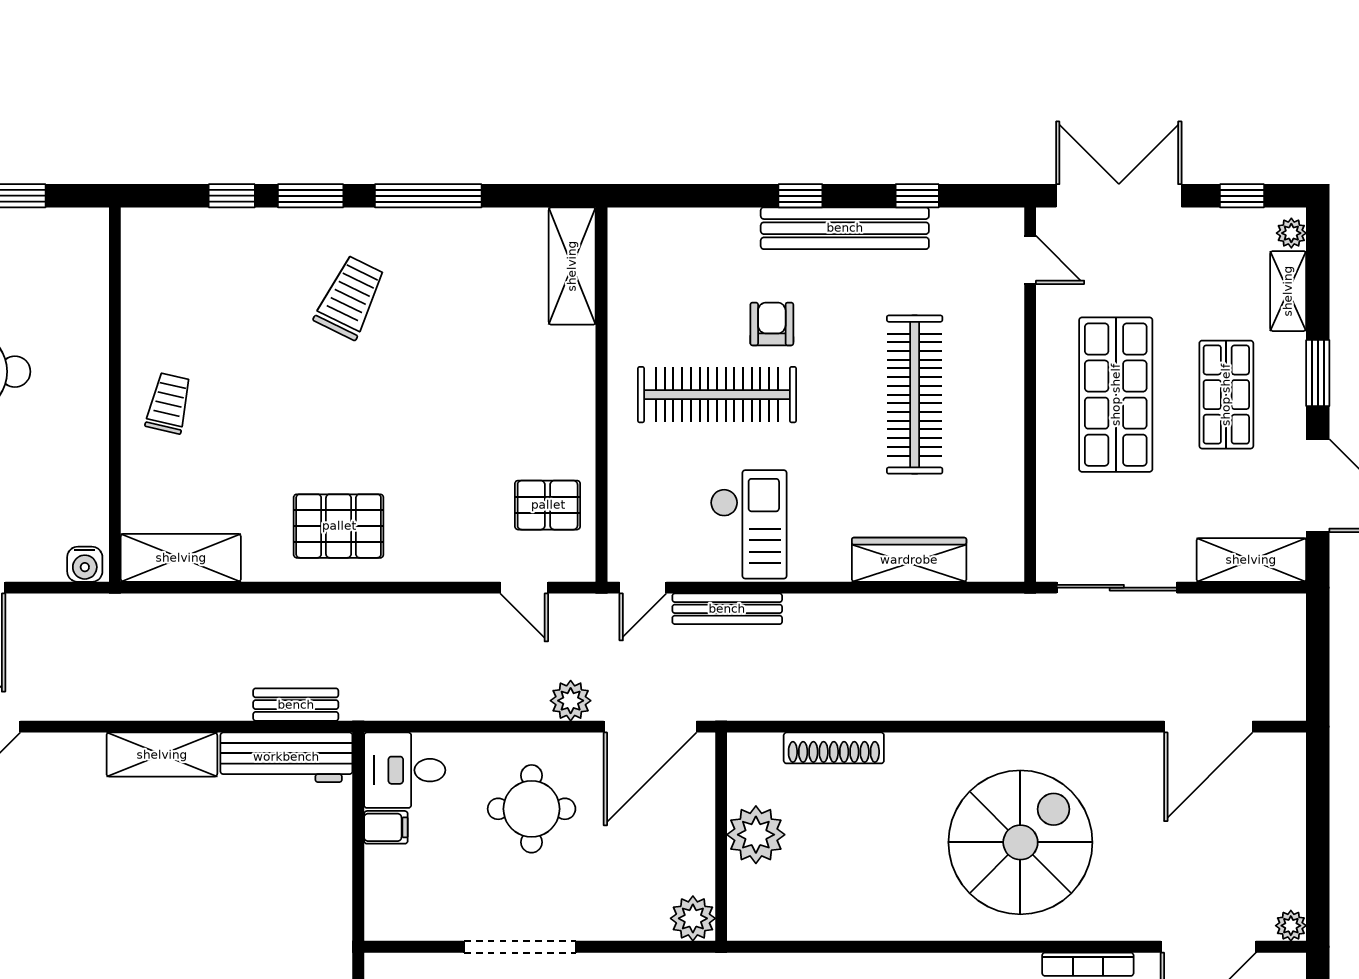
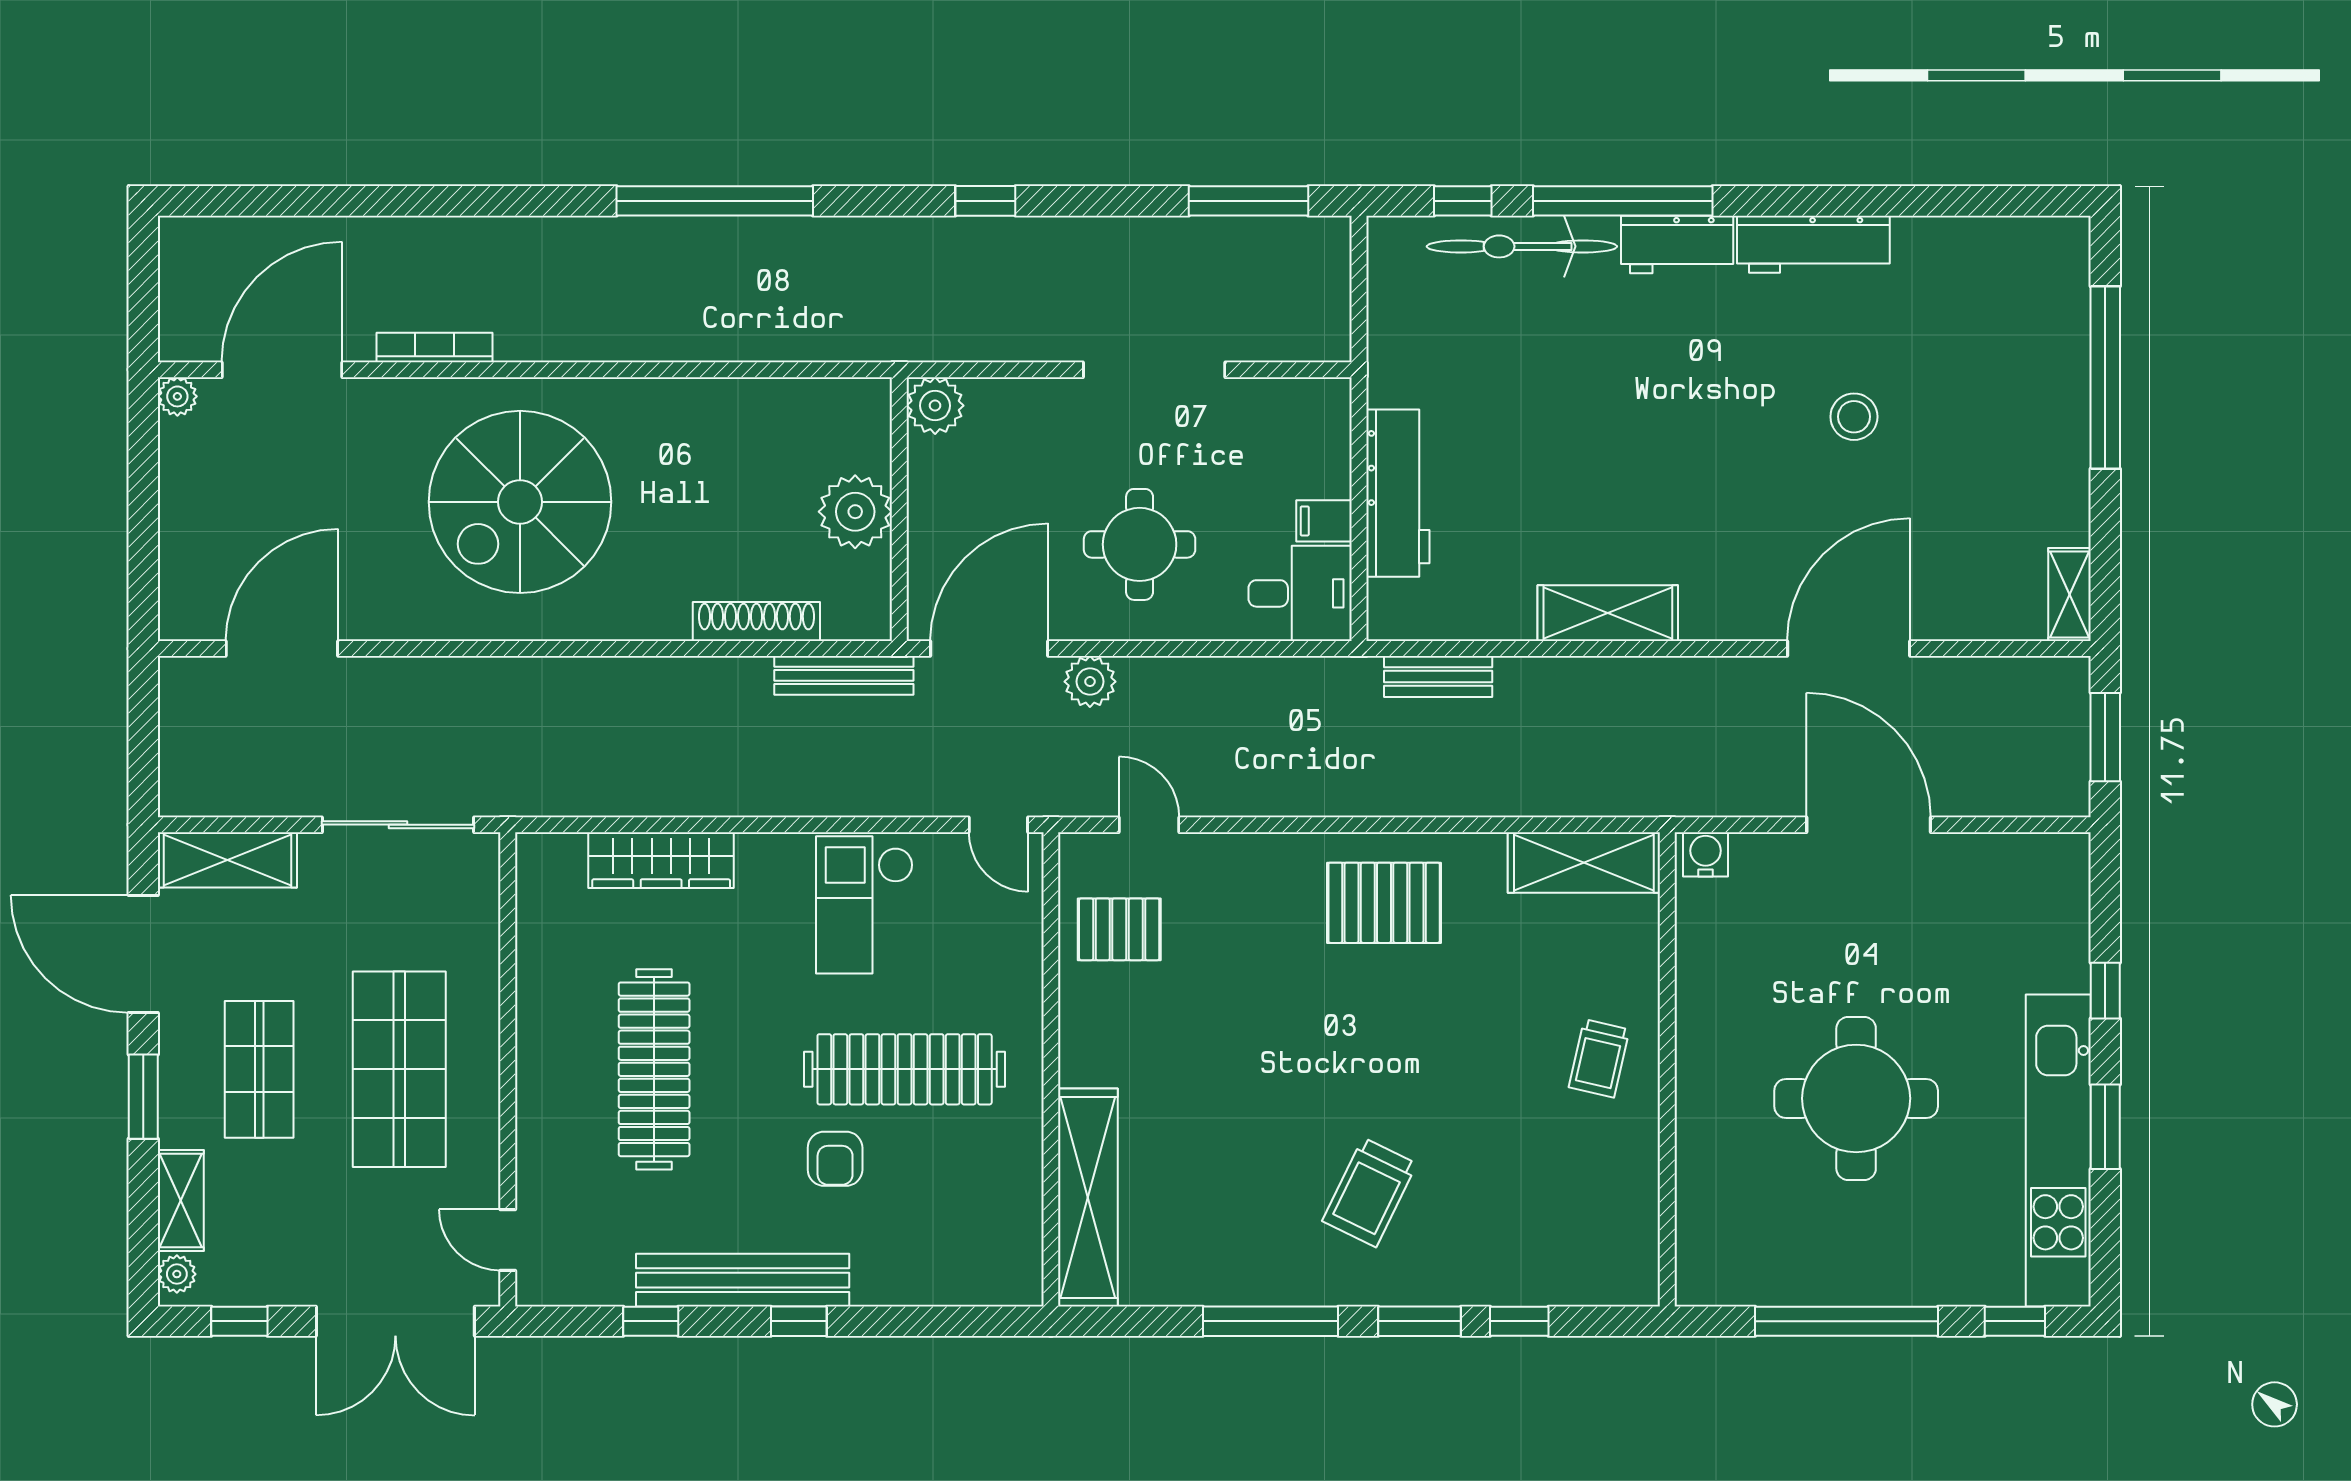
shelving: (572, 266) -> (1088, 1197), width x1.47
door: (643, 588) -> (998, 825), swing flipped
bench: (727, 609) -> (844, 675), moved
workbench: (286, 757) -> (1398, 493), moved, turned 90

